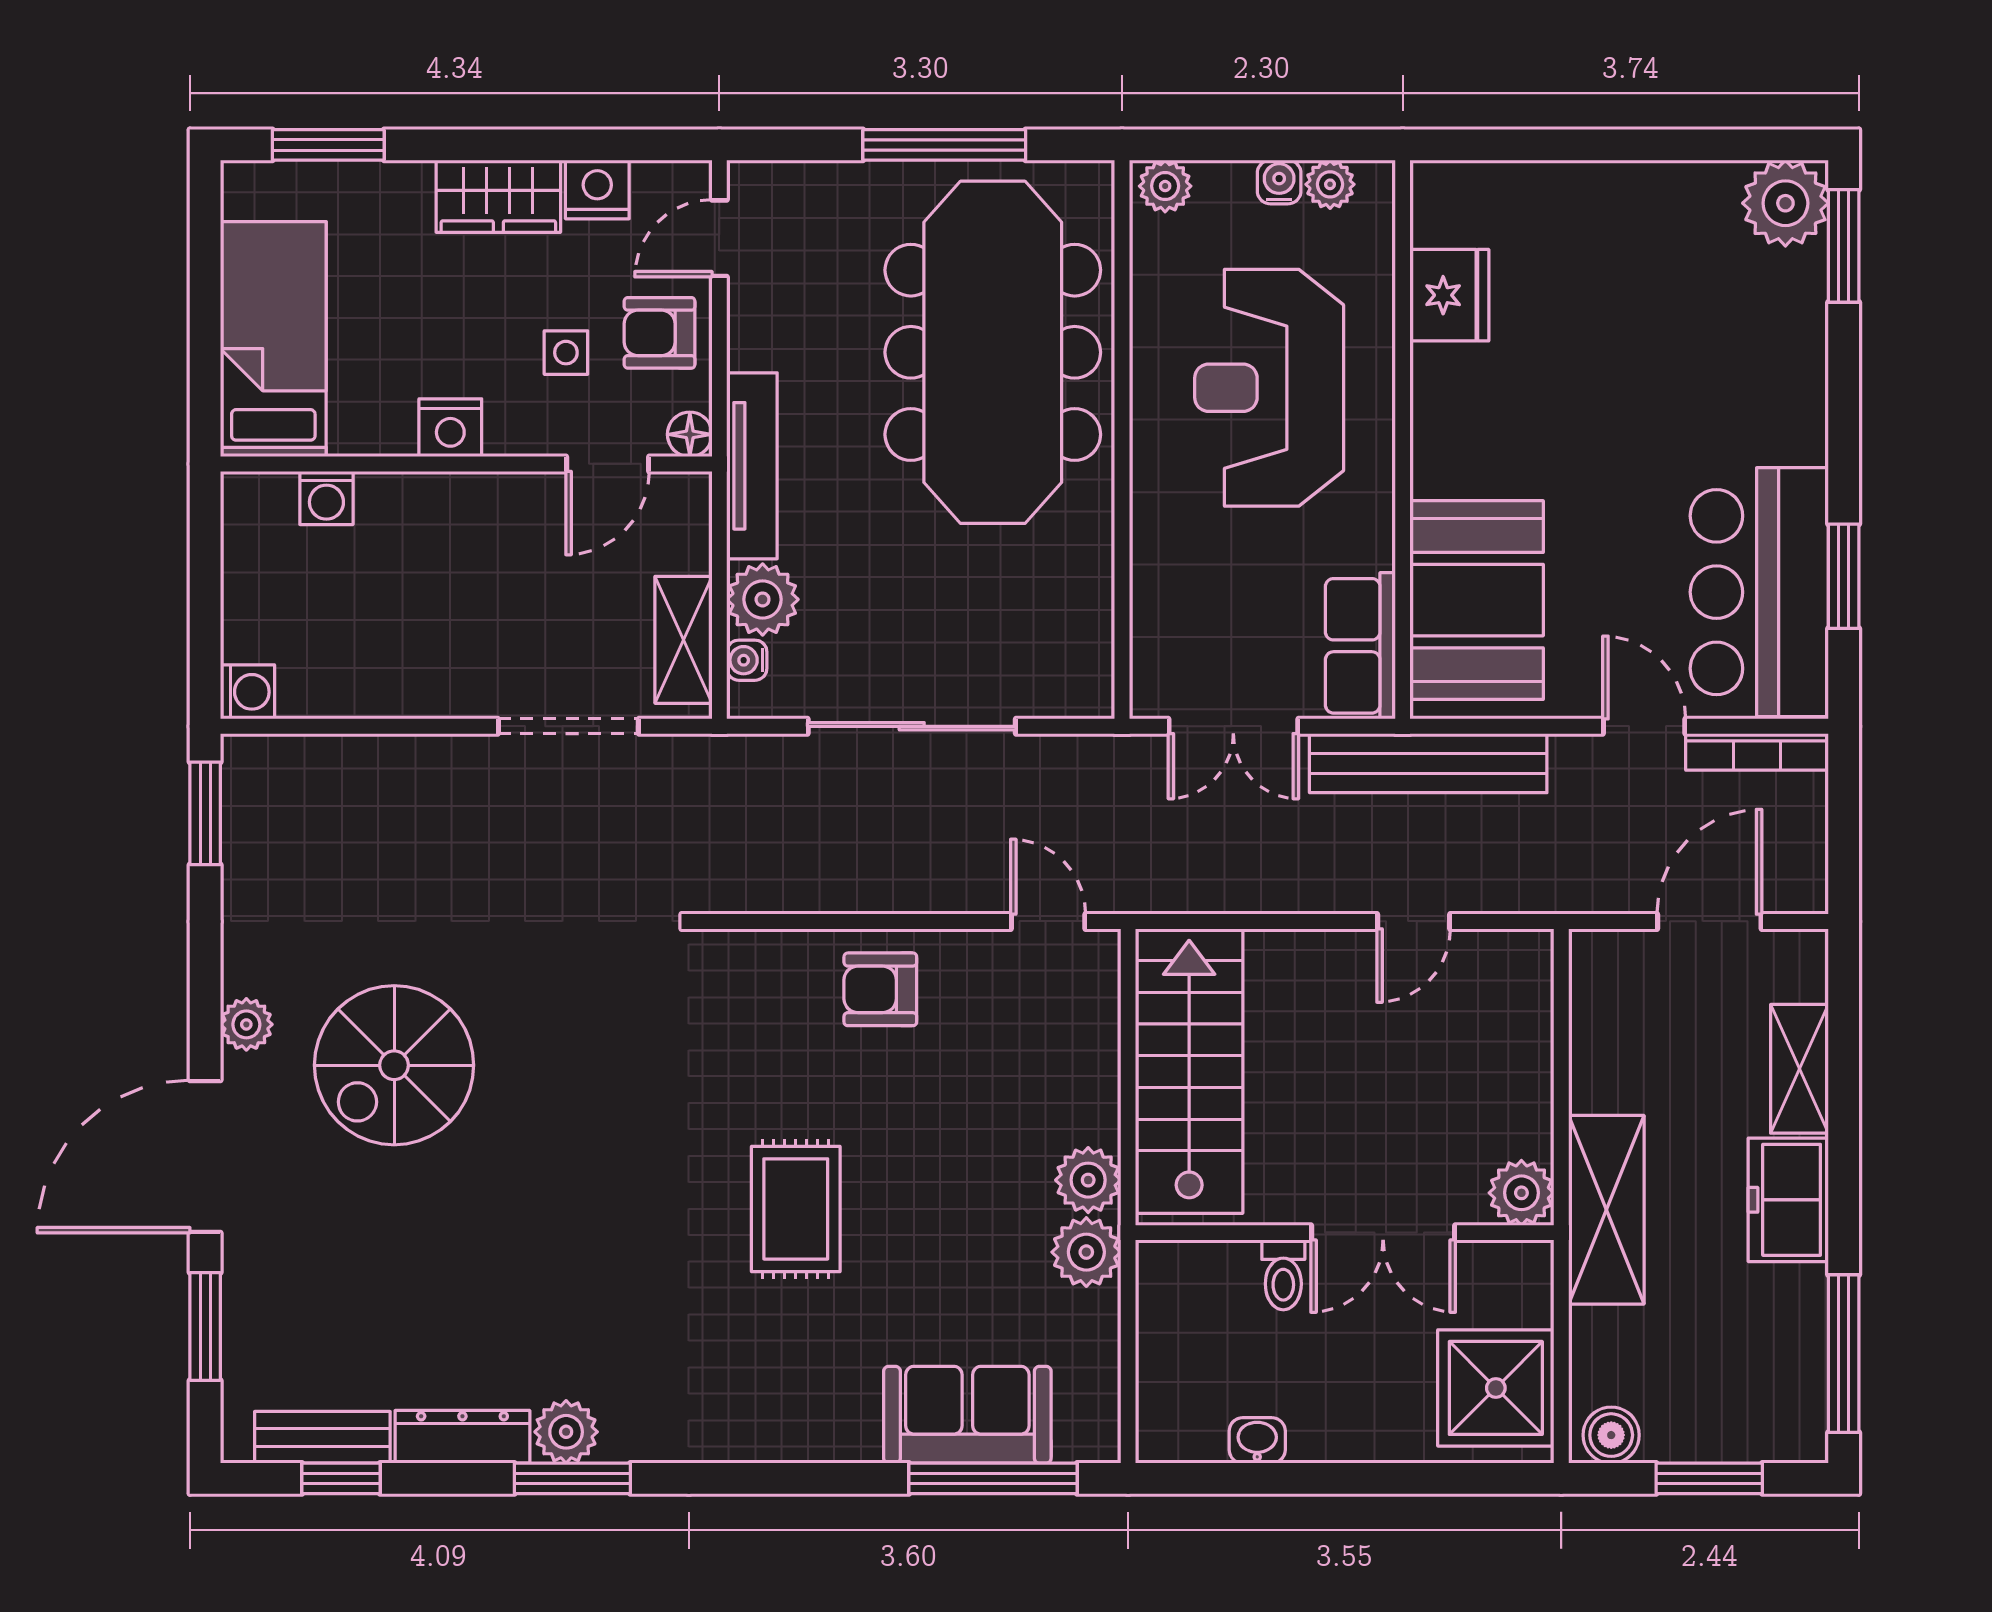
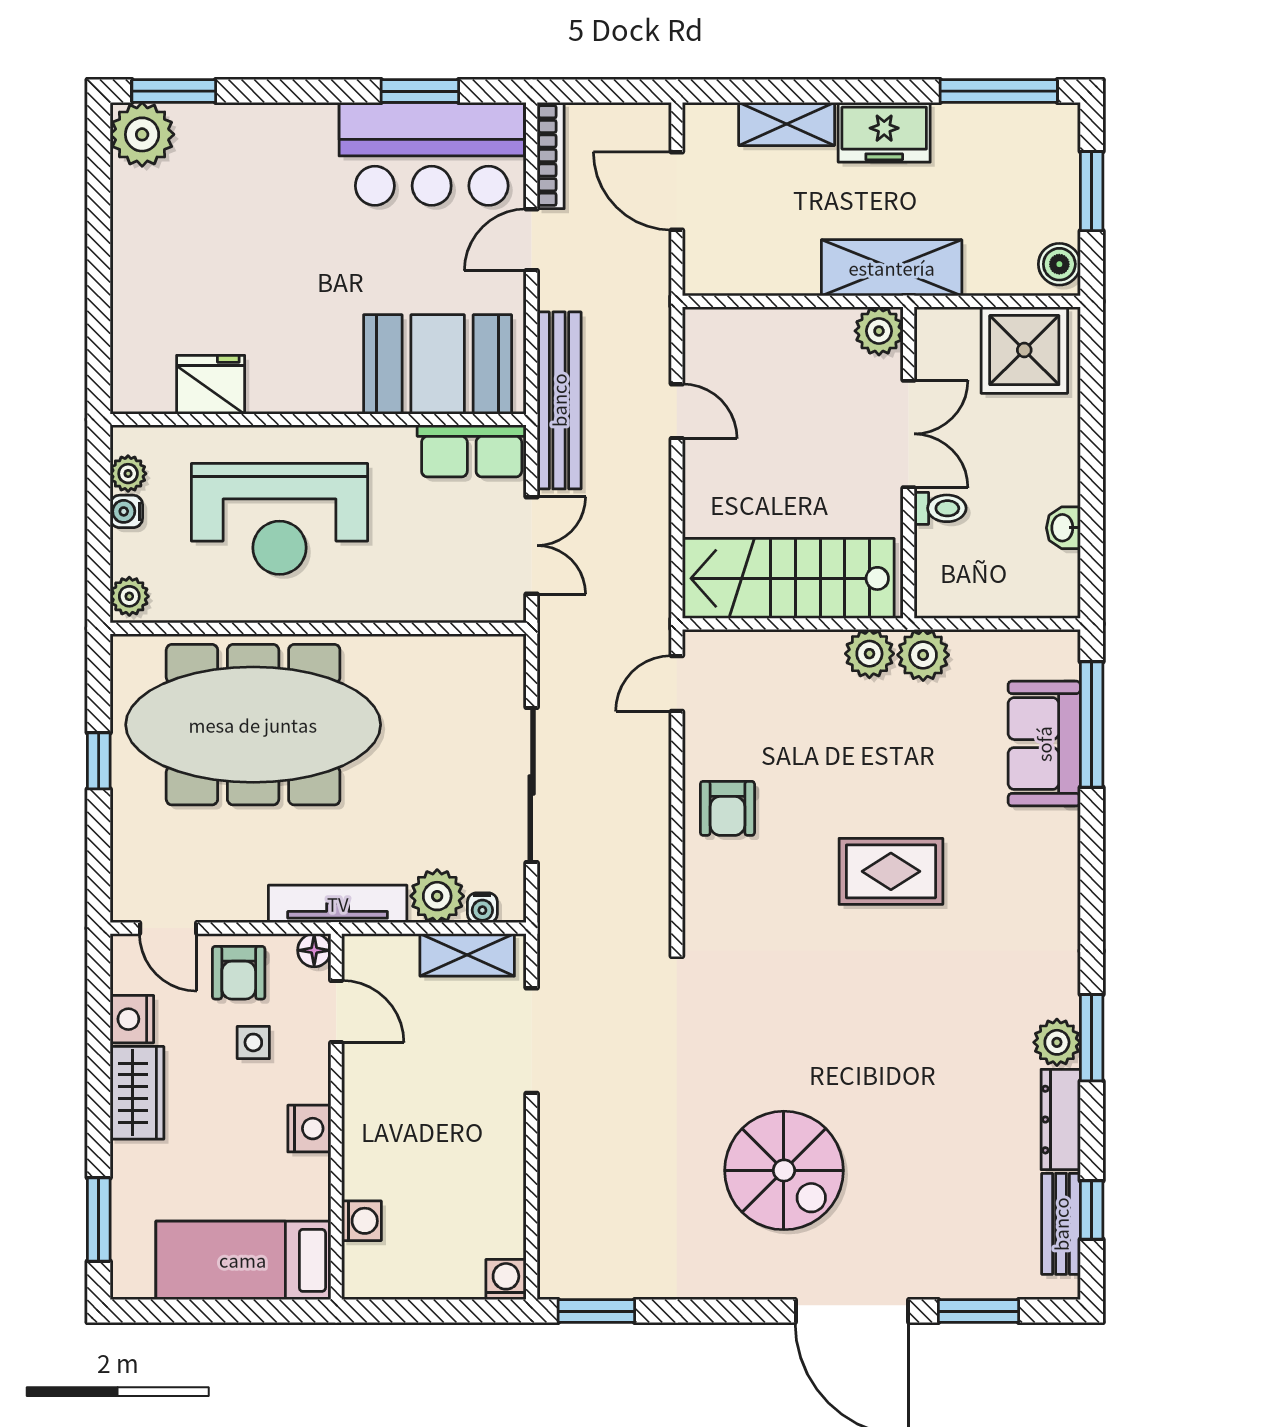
window: (944, 145) -> (99, 761), width x0.46
plant: (246, 1024) -> (754, 1280), removed

